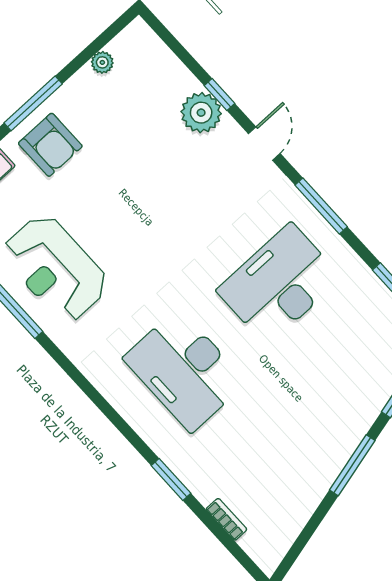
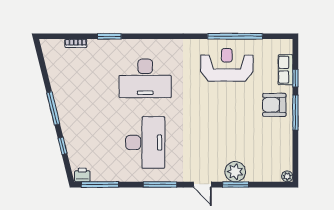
plant: (102, 62) -> (287, 176), moved
window: (219, 95) -> (236, 185), width x1.50
desk: (185, 370) -> (145, 78), turned 180

